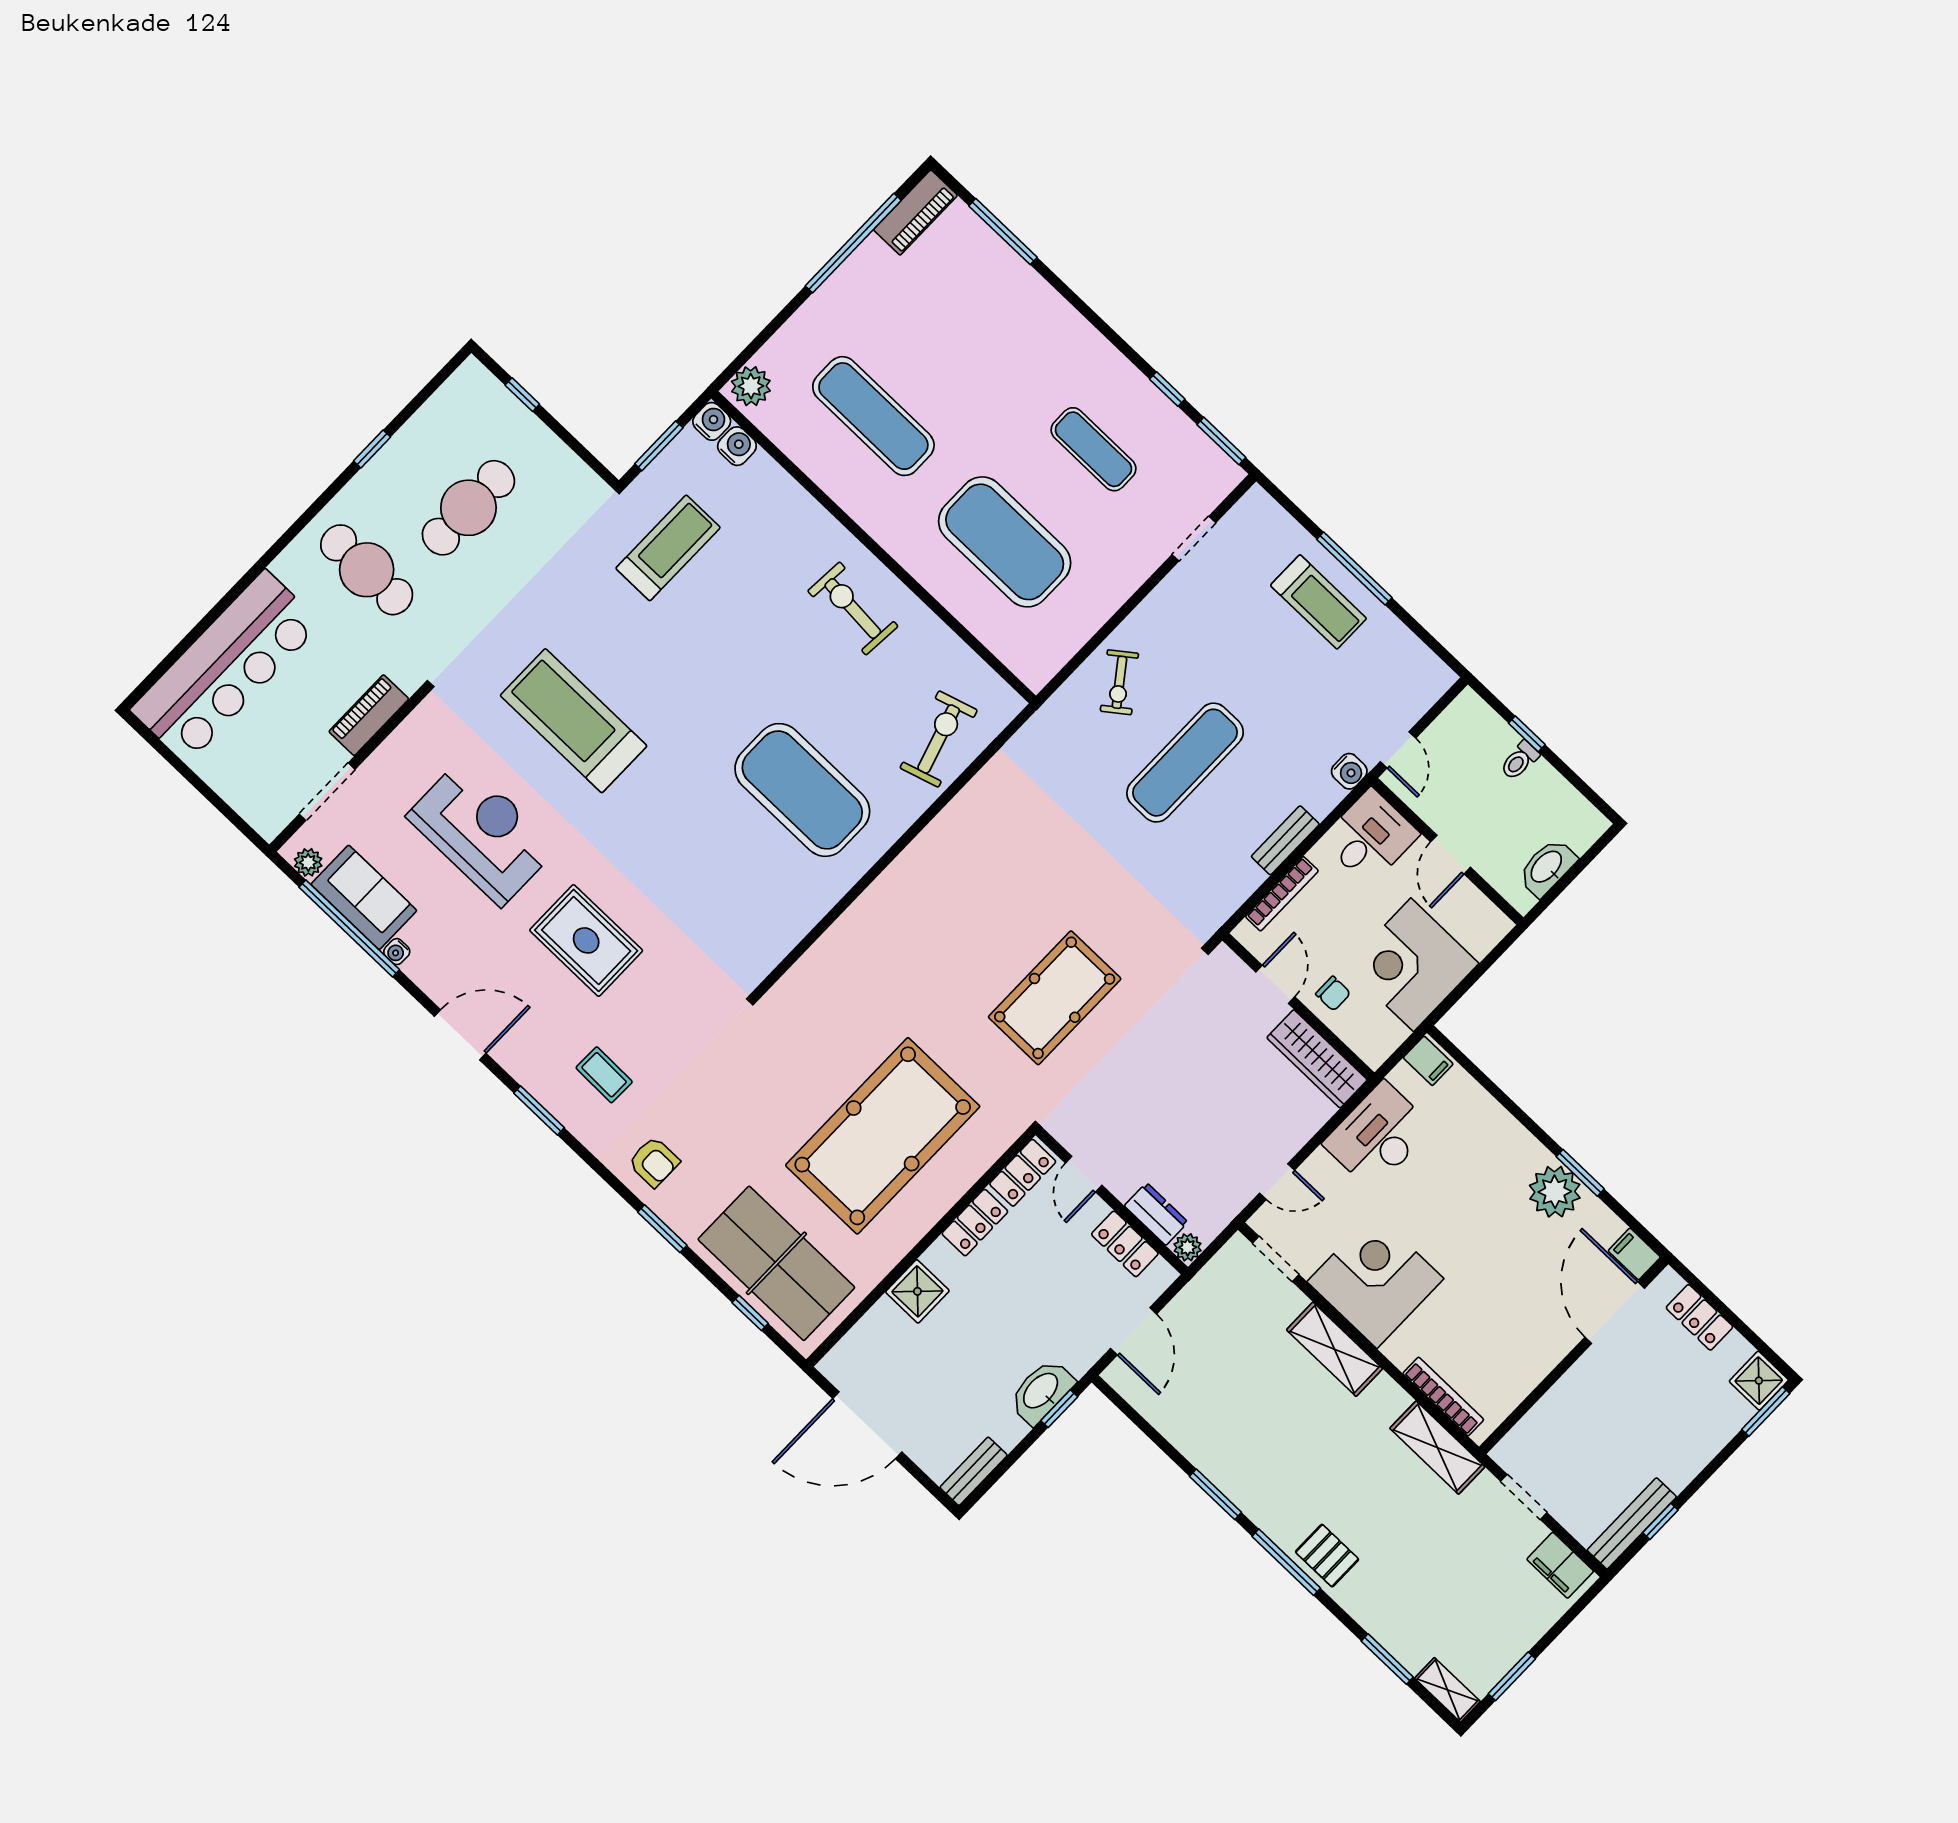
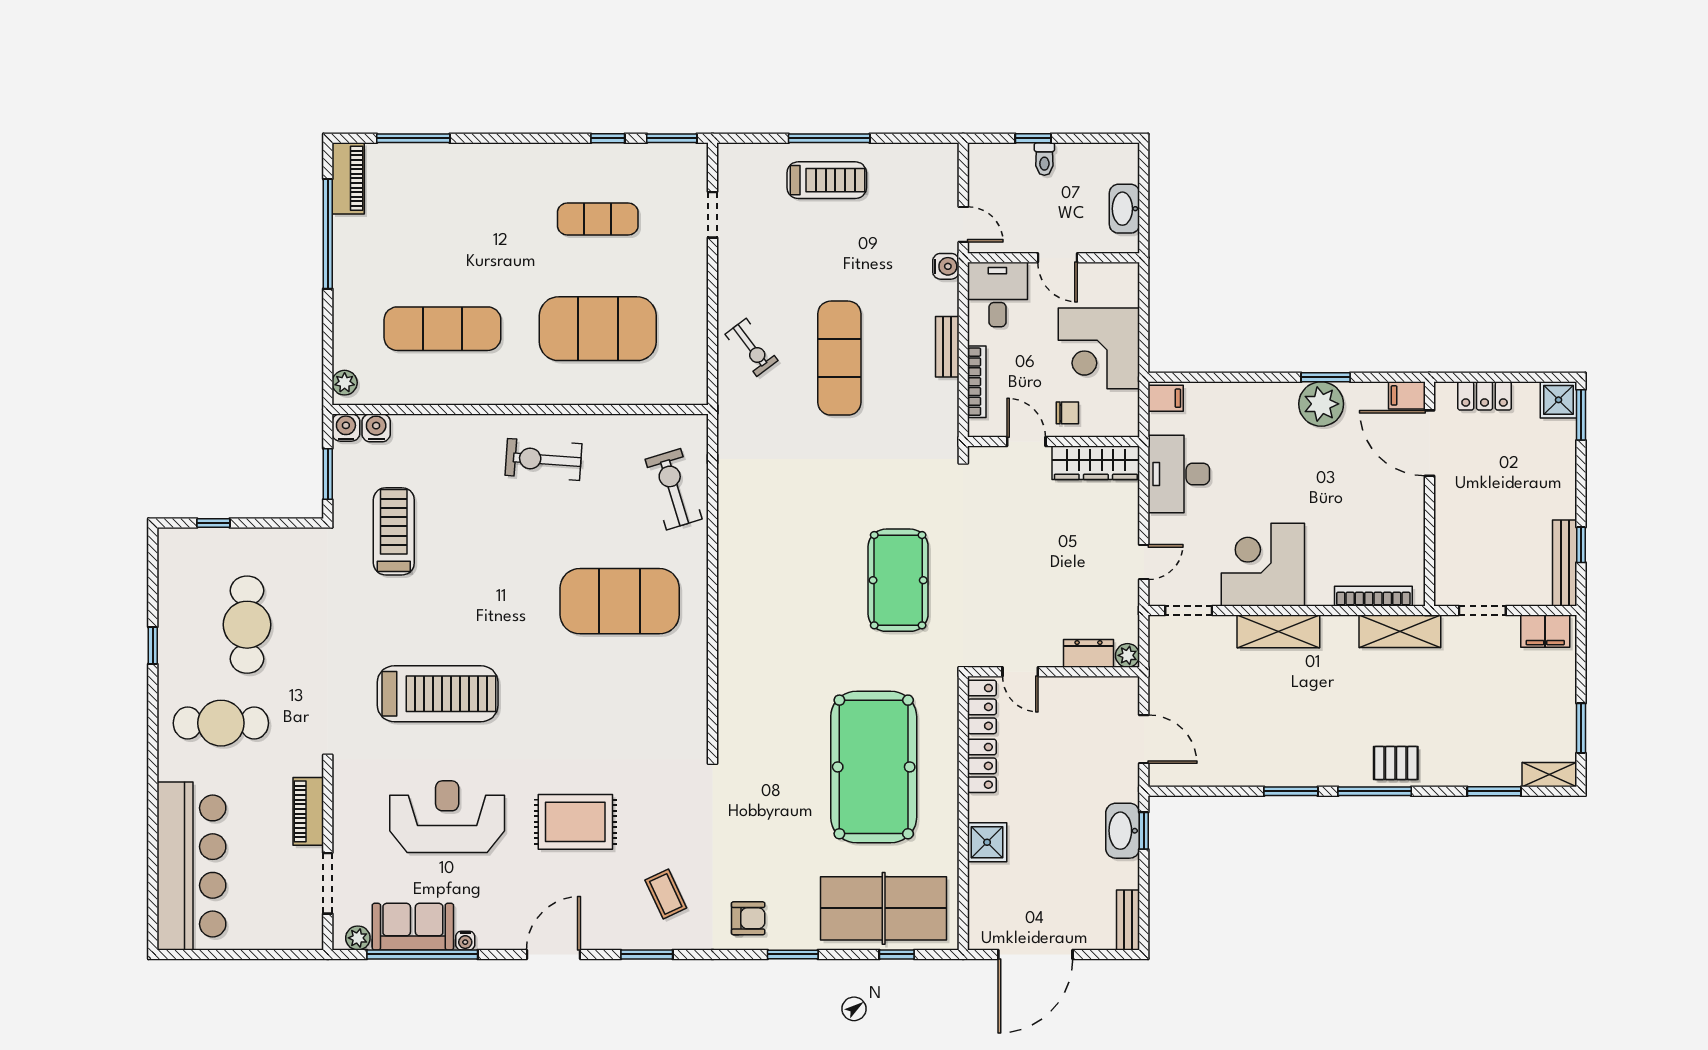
plant: (751, 386) -> (345, 383), width x0.73, depth x0.73
treadmill: (574, 721) -> (438, 694), turned 180
coffee table: (604, 1075) -> (666, 894), turned 64
locker: (1125, 1244) -> (1087, 690), removed

